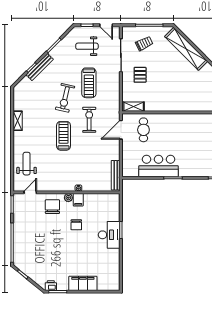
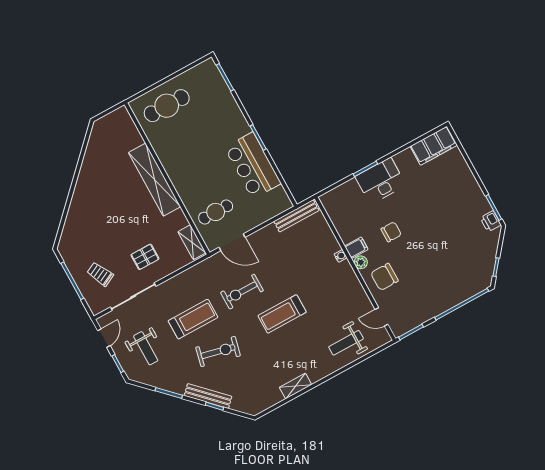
shelving: (186, 49) -> (155, 180), moved, turned -45
exercise bike: (65, 98) -> (218, 352), moved
filing cabinet: (83, 283) -> (434, 146), moved, turned -90

